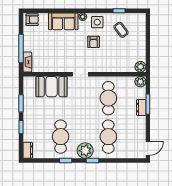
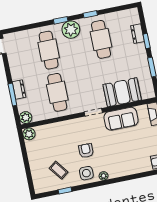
sofa: (63, 21) -> (121, 119), moved, turned 180
dresser: (28, 150) -> (137, 34), moved

